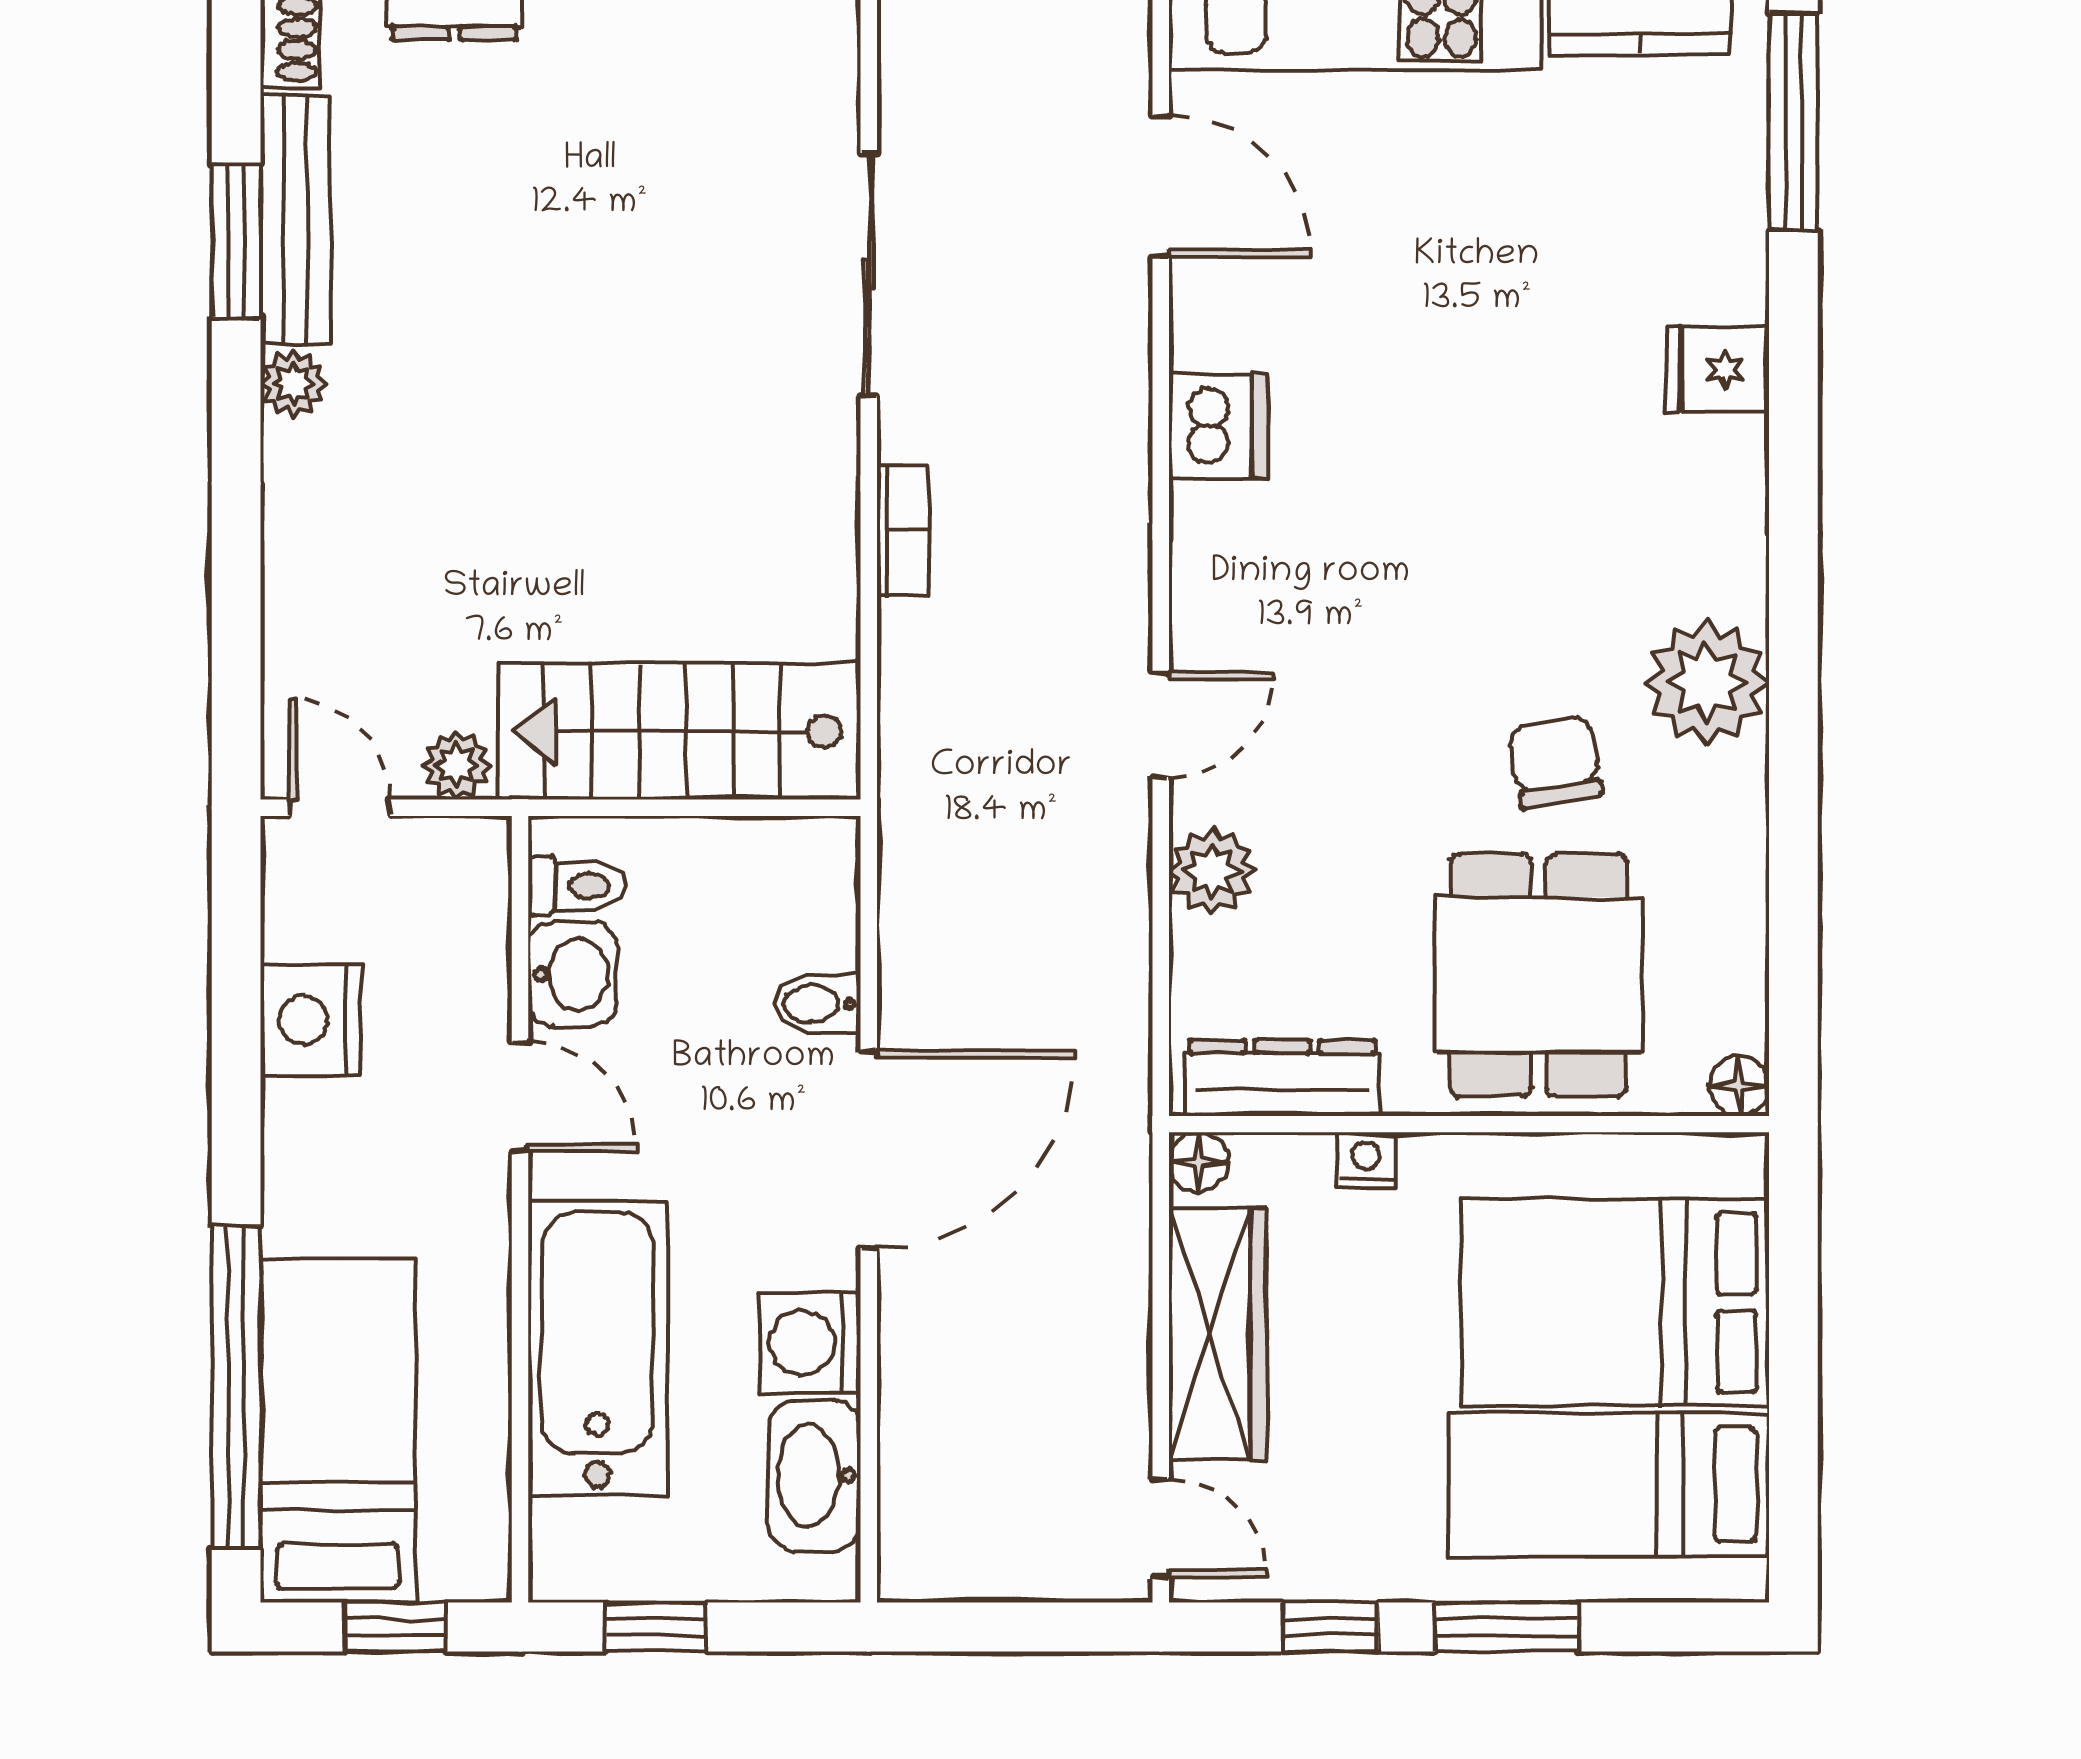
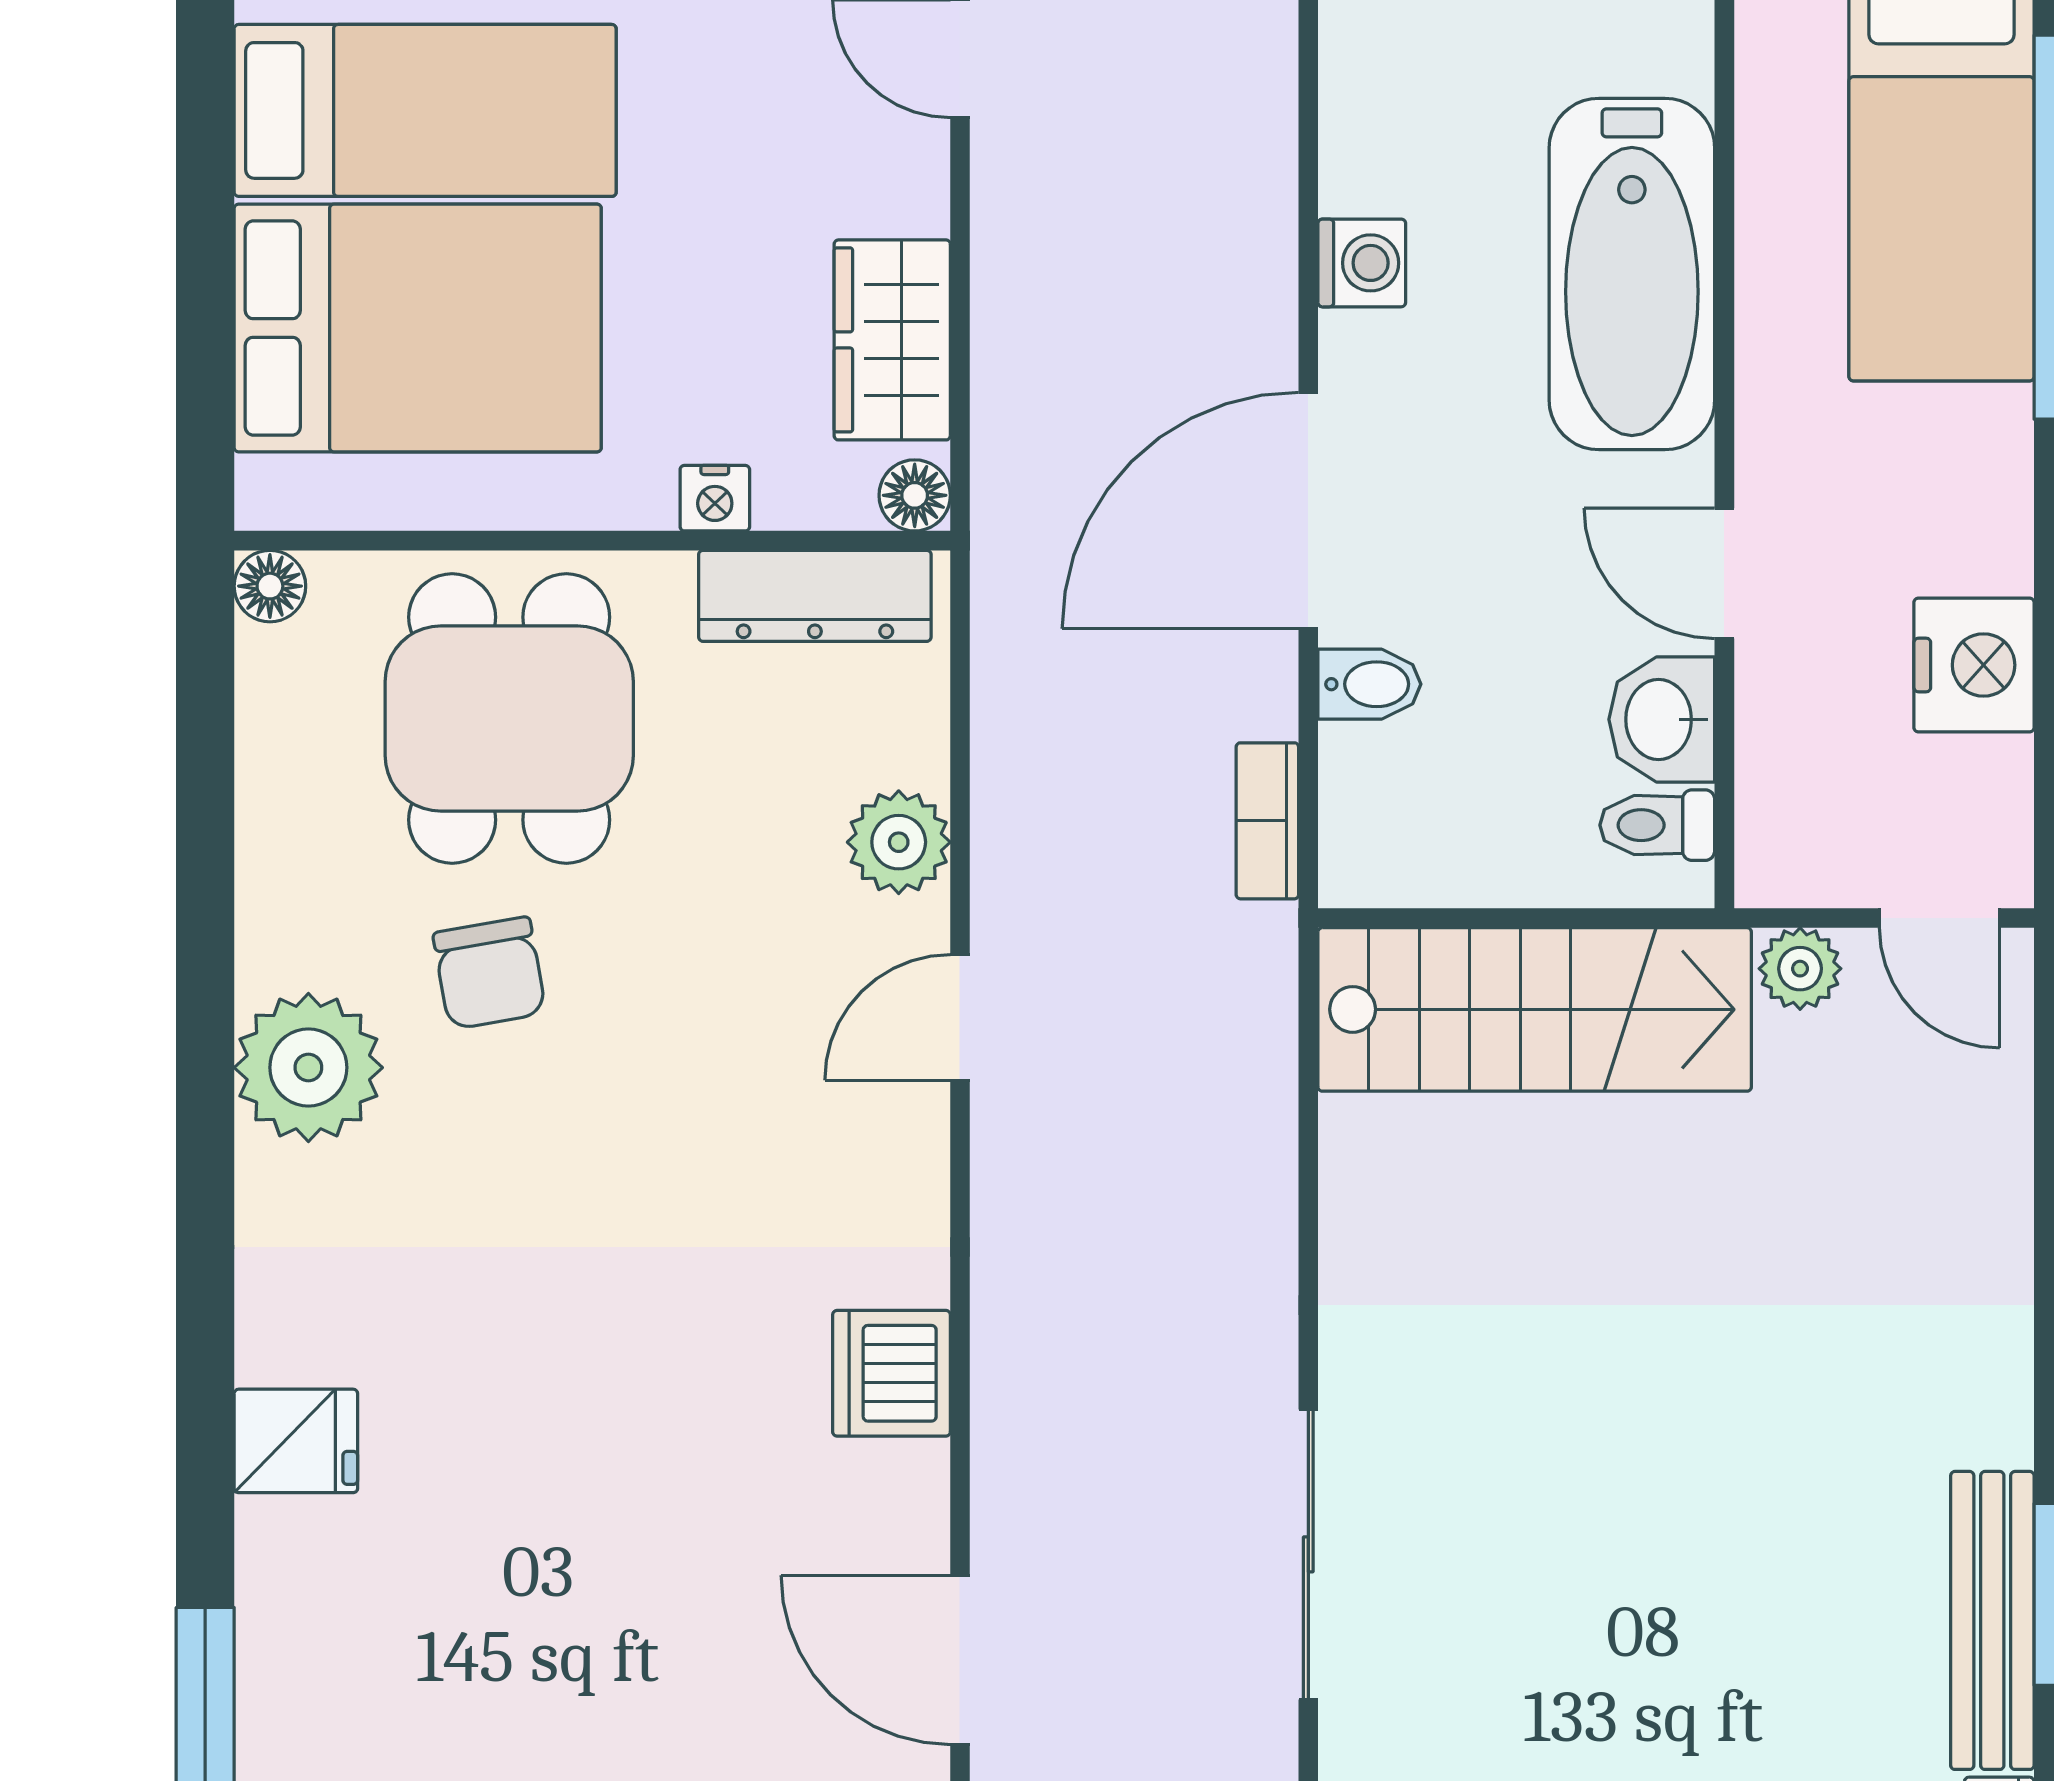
plant: (293, 383) -> (1995, 1424), removed
bookcase: (903, 530) -> (1267, 821), moved
wardrobe: (1217, 1334) -> (892, 340), width x0.67
washing machine: (810, 1343) -> (1362, 263), width x0.73, depth x0.73
washbasin: (815, 1475) -> (1373, 122), removed

